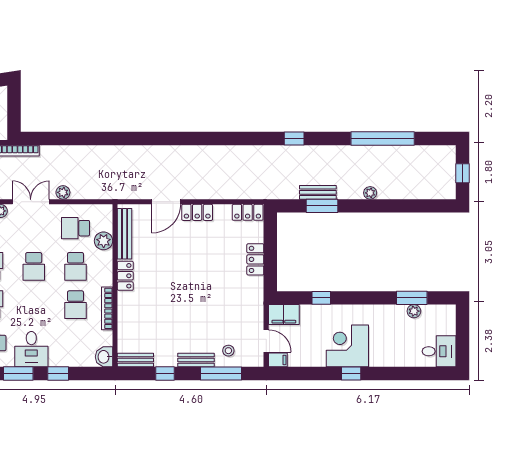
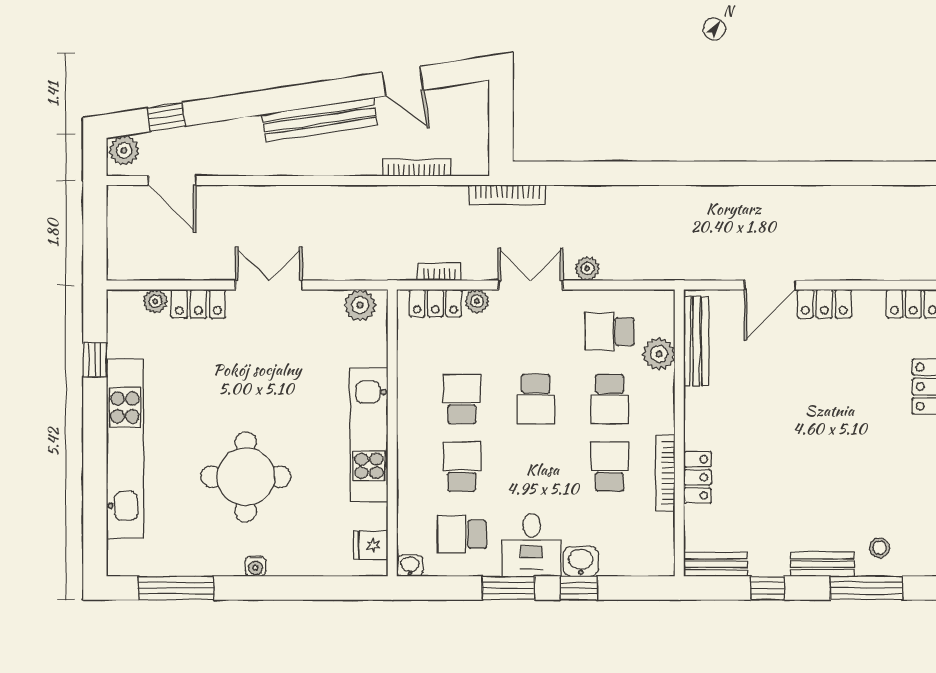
locker: (125, 276) -> (697, 477), moved
school desk: (76, 305) -> (610, 467), turned 180
washbasin: (104, 357) -> (581, 561), moved, turned 90

